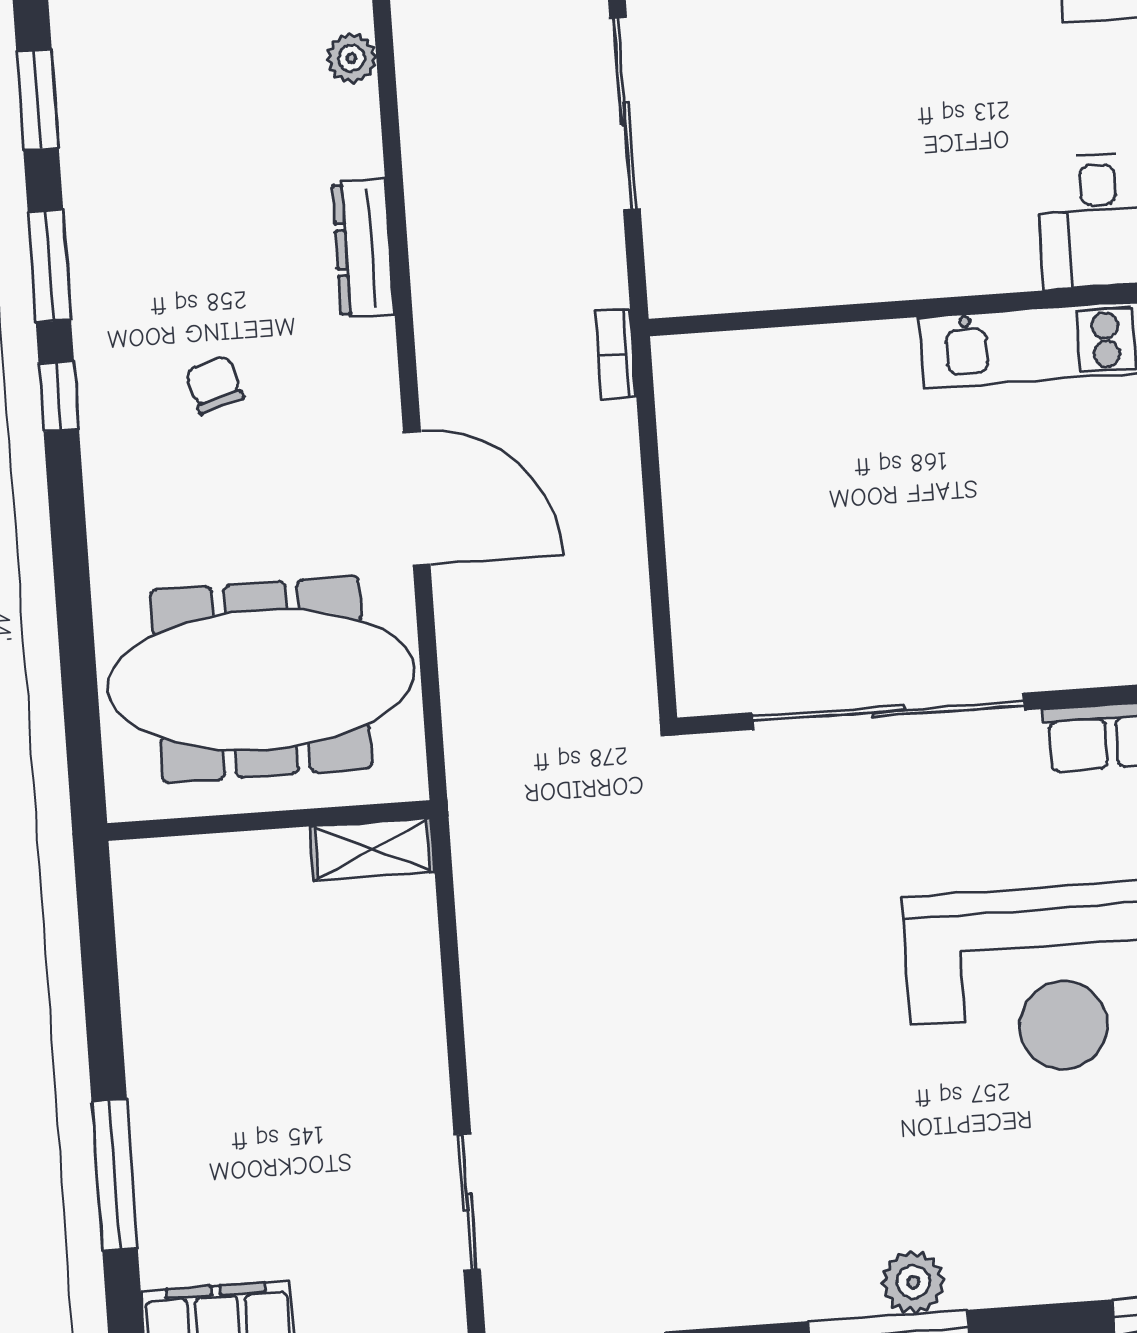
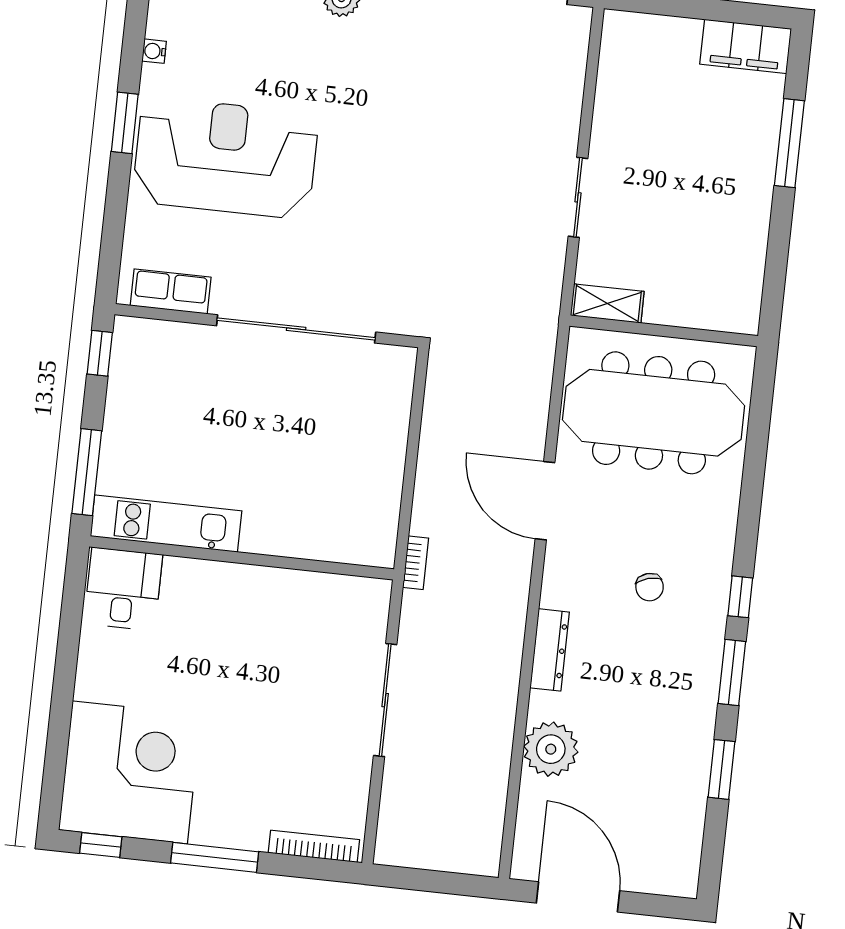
plant: (351, 58) -> (551, 749), width x1.88, depth x1.88
sliding door: (467, 1202) -> (578, 197), moved

